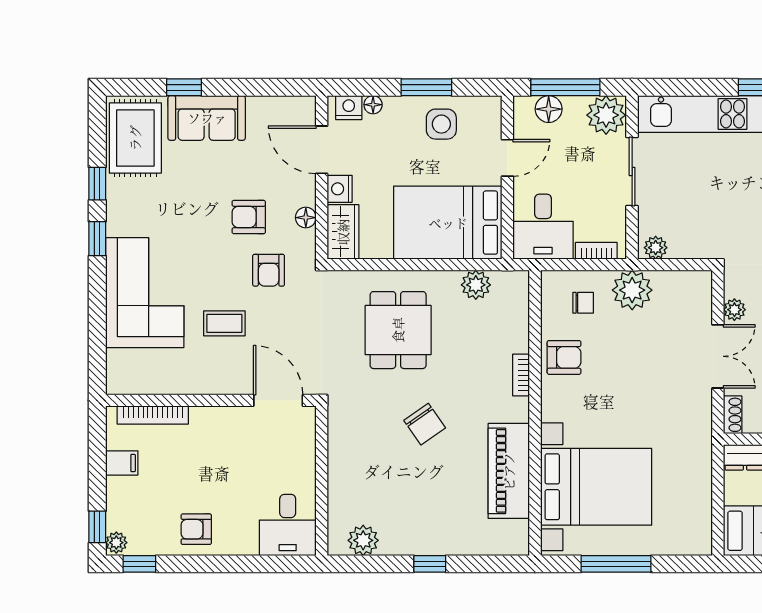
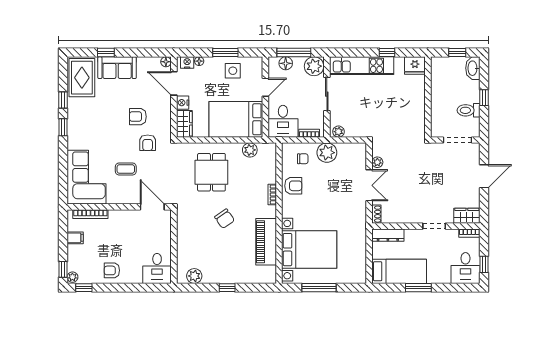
floor lamp: (306, 218) -> (166, 62), moved
corner sofa: (145, 293) -> (87, 177), moved

